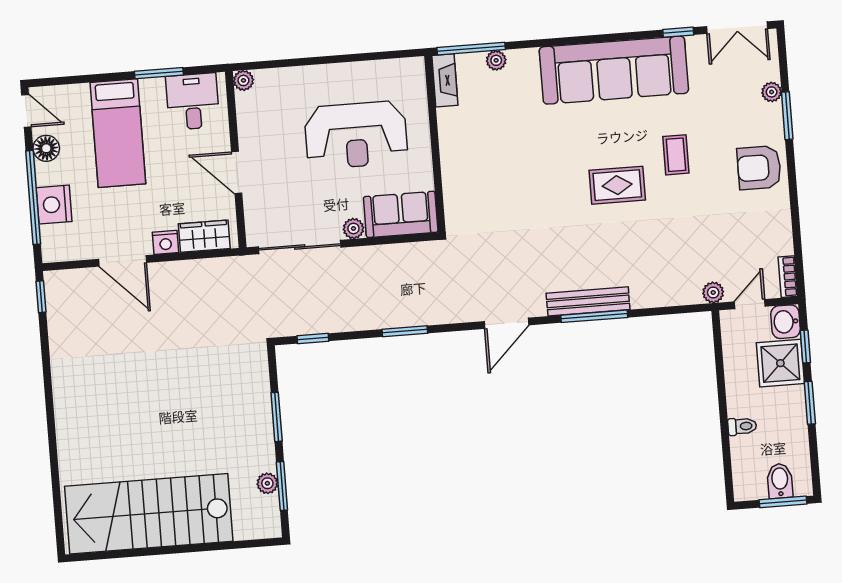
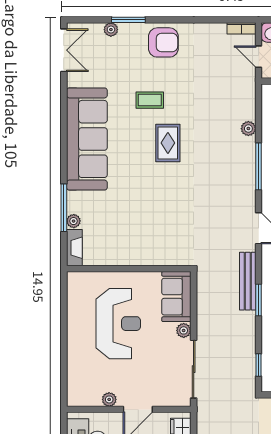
window: (678, 32) -> (64, 92), removed
window: (471, 49) -> (64, 208), moved
plant: (243, 80) -> (109, 399), moved
fireplace: (445, 80) -> (74, 248), moved, turned 90
armchair: (759, 168) -> (163, 42), turned -90
plant: (713, 292) -> (248, 129), moved
bench: (588, 301) -> (248, 281), moved

